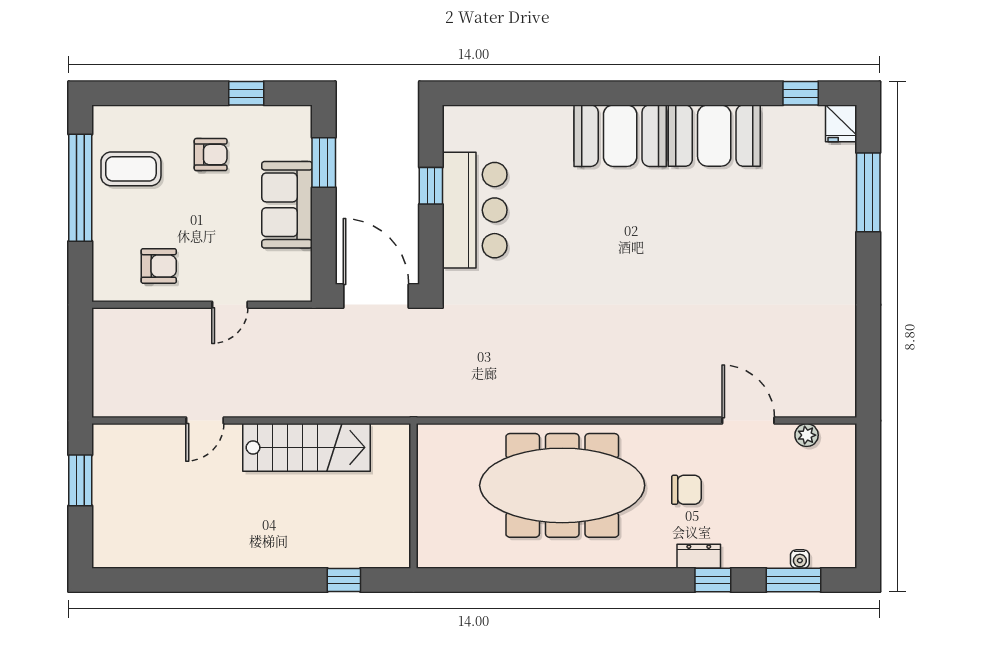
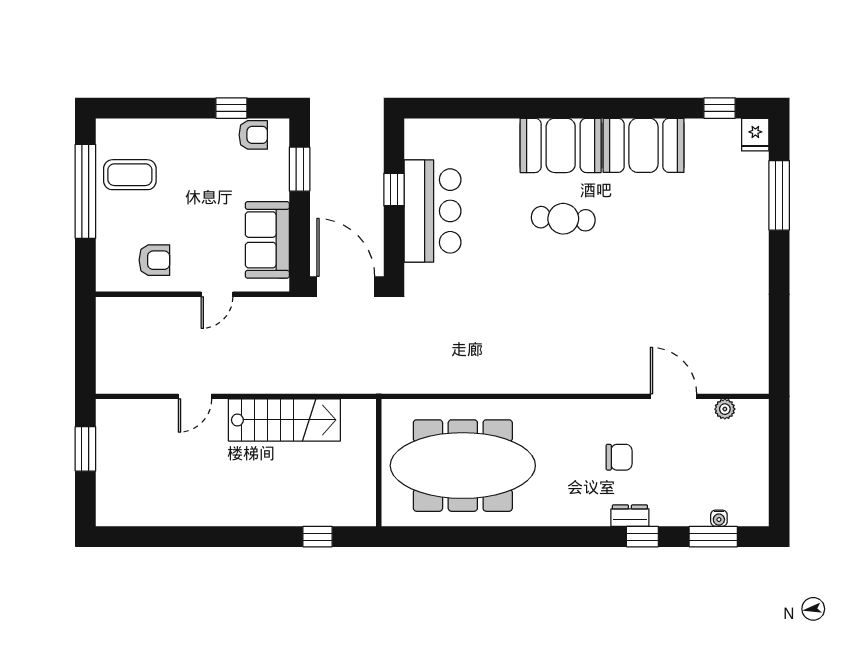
armchair: (211, 155) -> (253, 135), moved
sofa: (287, 205) -> (267, 240), moved
cafe table: (623, 219) -> (563, 219), added
meeting table: (562, 485) -> (463, 466), moved

